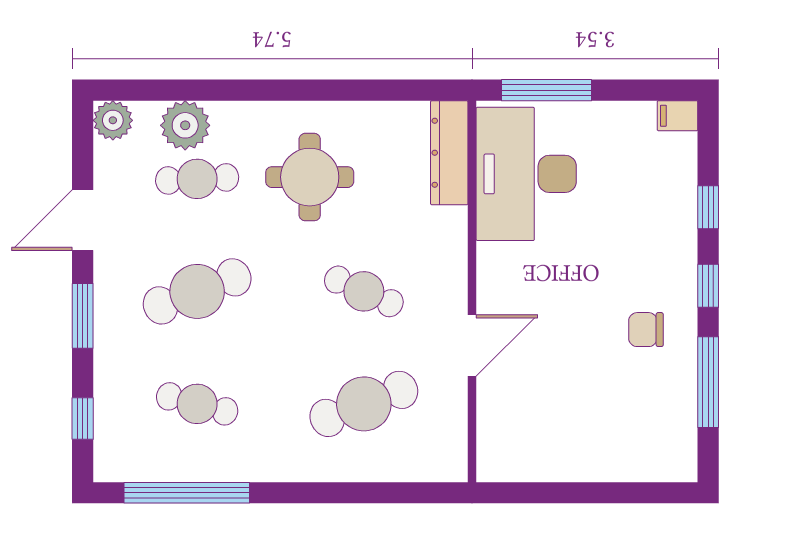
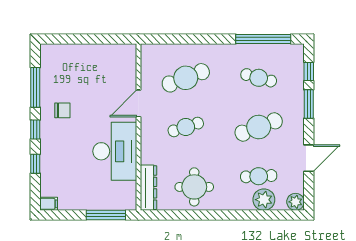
desk: (526, 174) -> (115, 151), moved
round table: (310, 177) -> (194, 187), moved
cafe table: (364, 291) -> (186, 127), turned -42
window: (83, 316) -> (309, 104), moved

